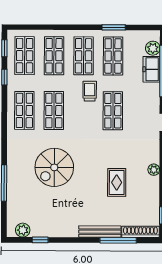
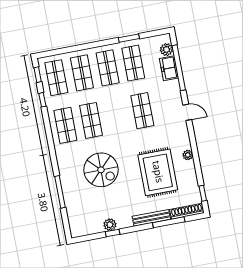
trolley: (90, 91) -> (119, 98), removed
spiral stairs: (54, 167) -> (101, 170), turned -90
rug: (117, 182) -> (158, 172), width x1.86, depth x2.06
plant: (23, 230) -> (110, 225), moved
window: (40, 240) -> (113, 233), moved

